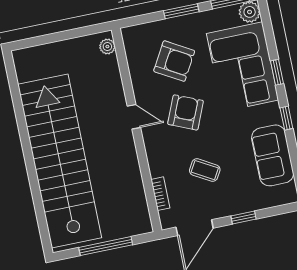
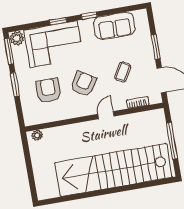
armchair: (174, 61) -> (48, 90), turned -30
armchair: (186, 112) -> (83, 84), turned 98
door: (134, 117) -> (106, 115), moved
window: (243, 217) -> (156, 47), width x1.50

